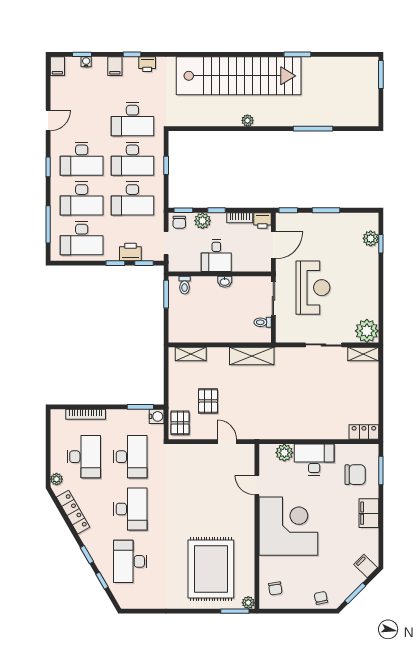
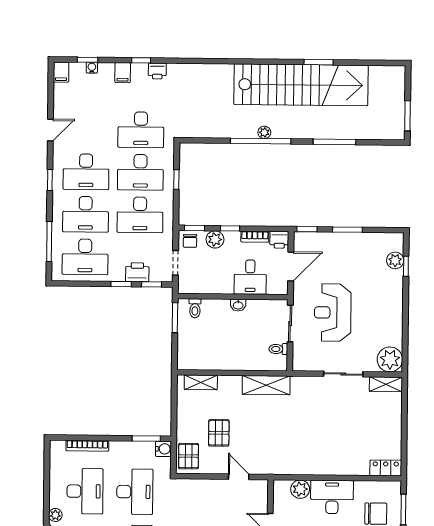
window: (381, 75) -> (408, 116), moved
stairs: (239, 76) -> (301, 85), moved
window: (244, 129) -> (261, 141), added
desk: (216, 255) -> (250, 277), moved
reception desk: (313, 288) -> (333, 312), turned 180

